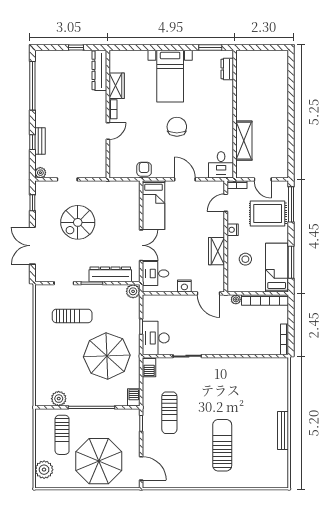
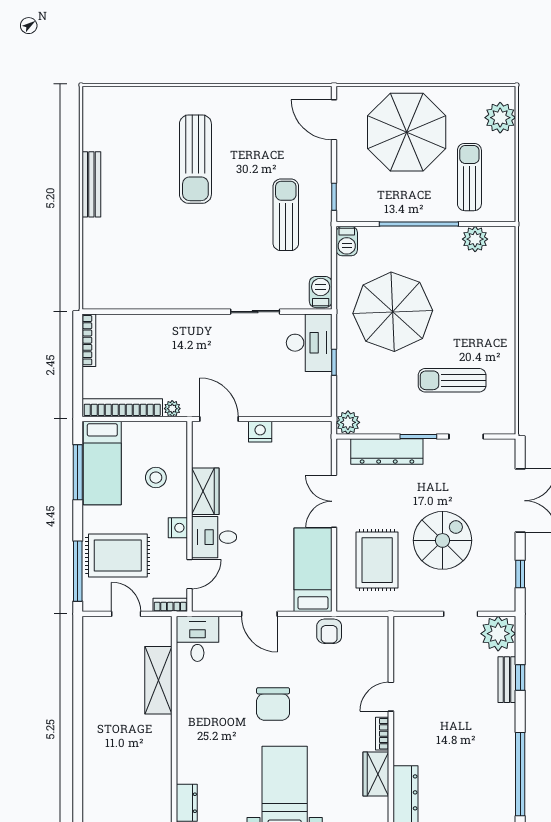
plant: (40, 173) -> (498, 634), width x1.88, depth x1.88
rug: (116, 211) -> (377, 560), added
desk: (156, 273) -> (214, 537), moved, turned 180

